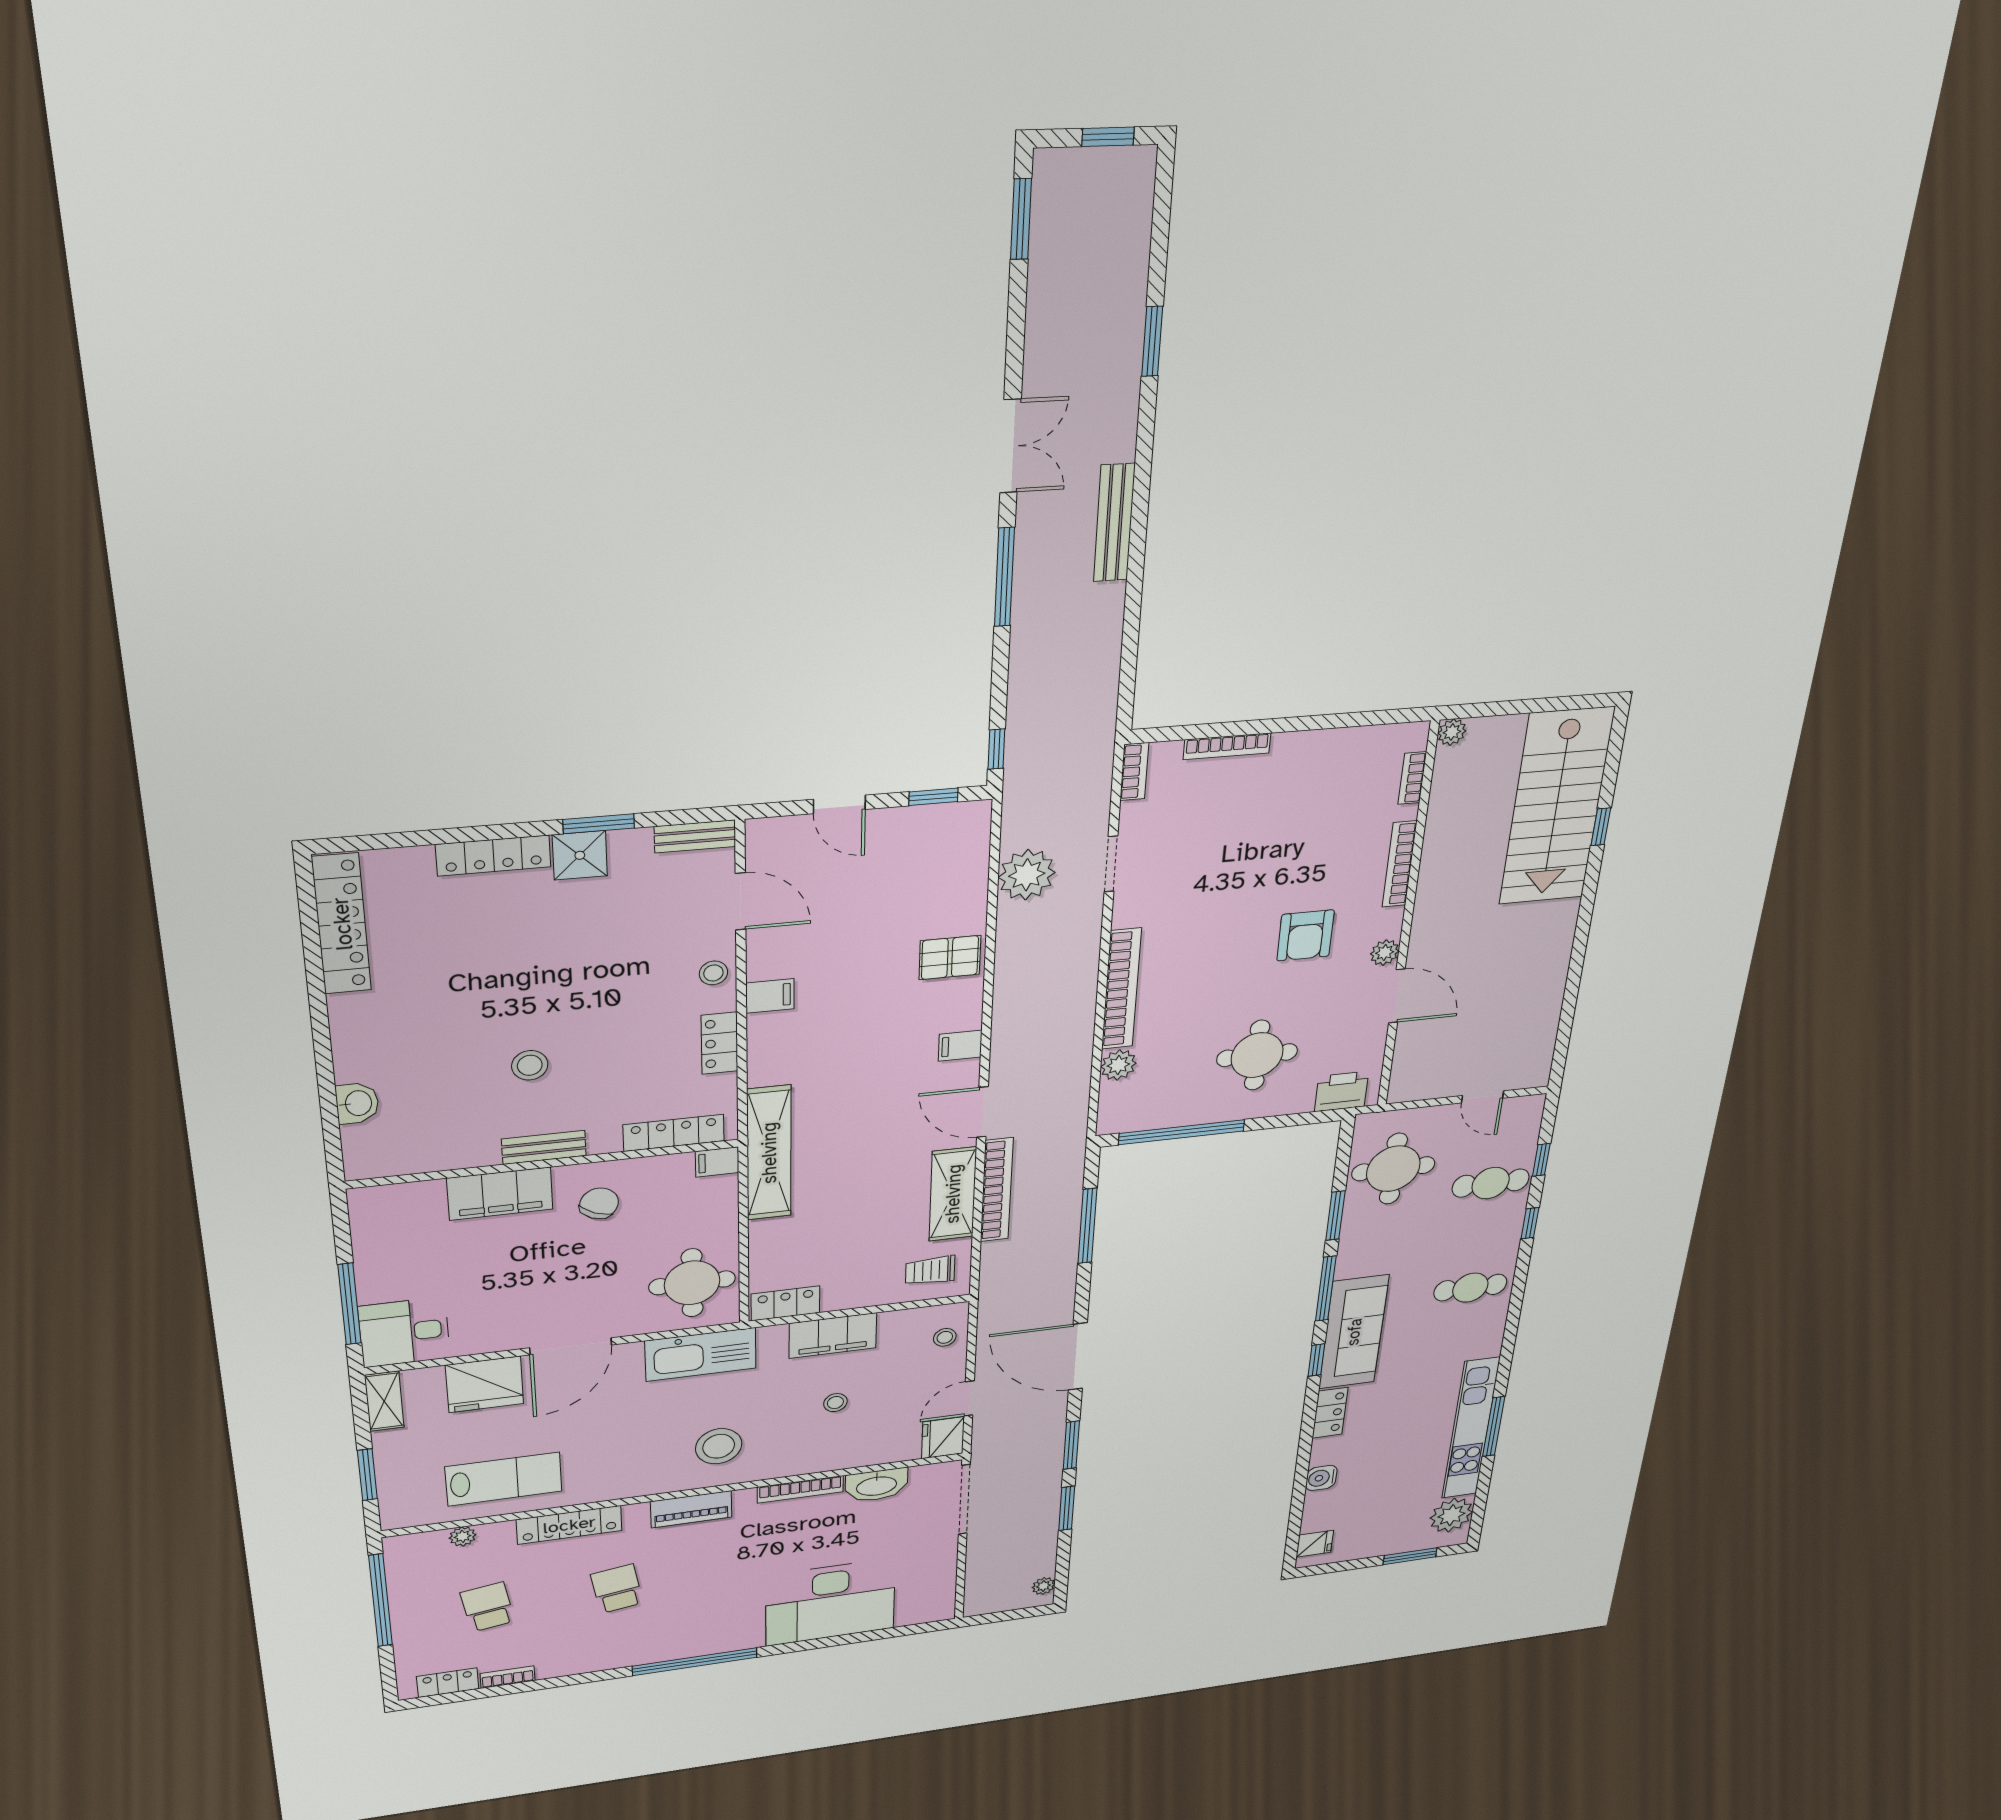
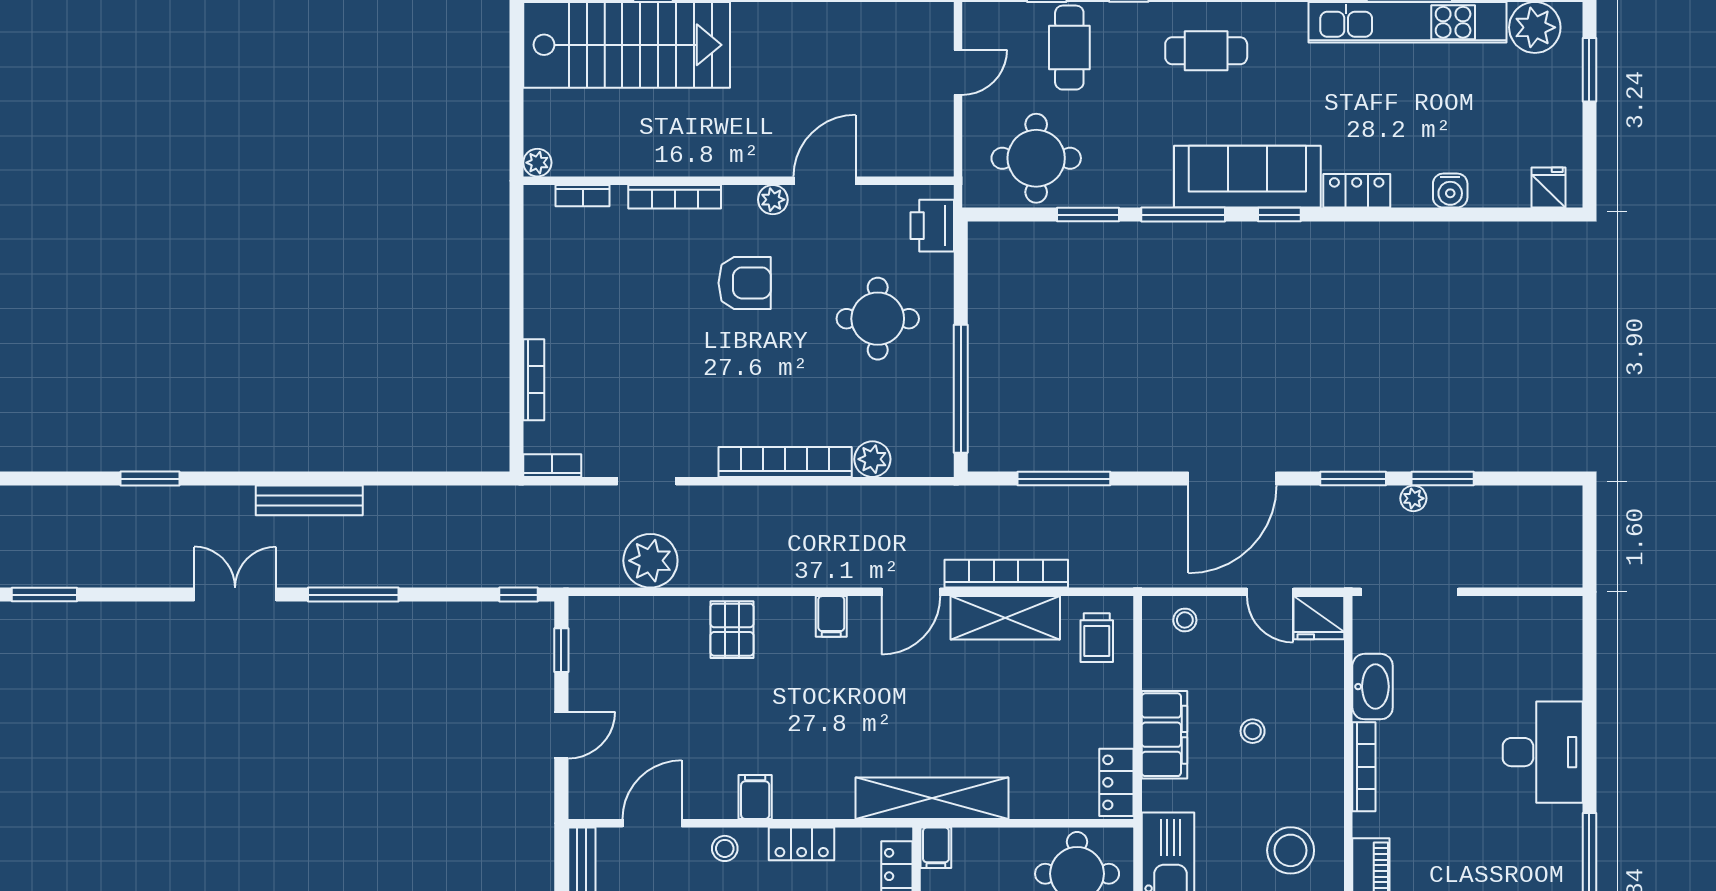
cafe table: (1470, 1288) -> (1206, 51), turned 90
plant: (1043, 1586) -> (1413, 498), moved
desk: (830, 1602) -> (1543, 752), width x0.73, depth x0.77

